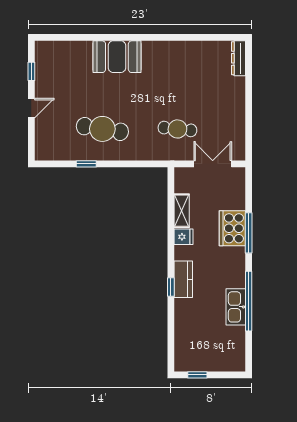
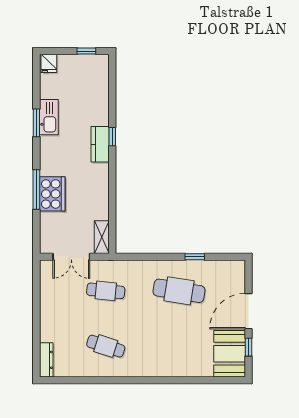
booth: (117, 57) -> (230, 354), moved, turned 90
cafe table: (177, 72) -> (106, 346), added
door: (31, 108) -> (248, 311), width x1.87
shelving: (182, 211) -> (102, 237), moved
fridge: (183, 237) -> (49, 63), moved, turned -90
window: (249, 301) -> (36, 123), width x0.47

